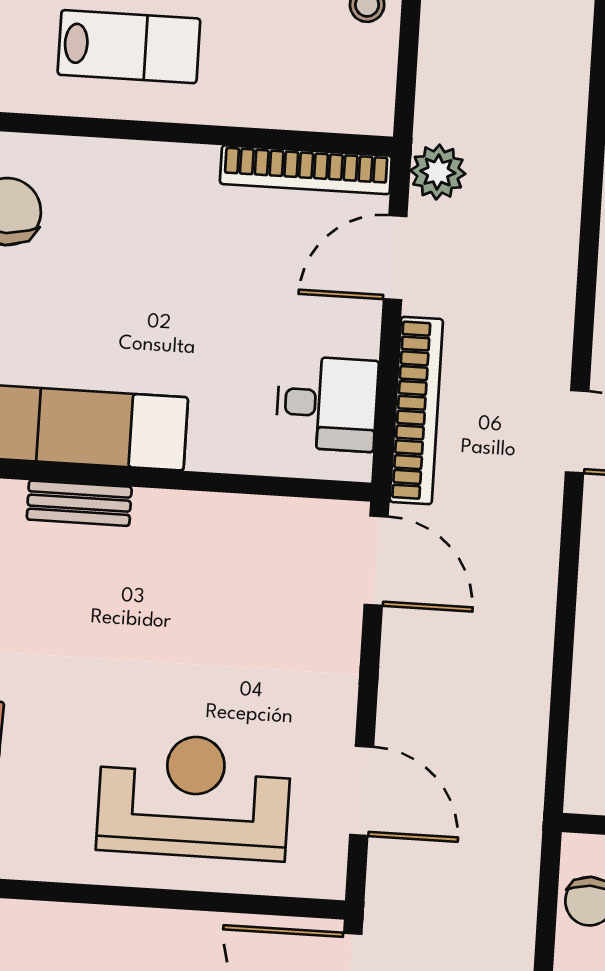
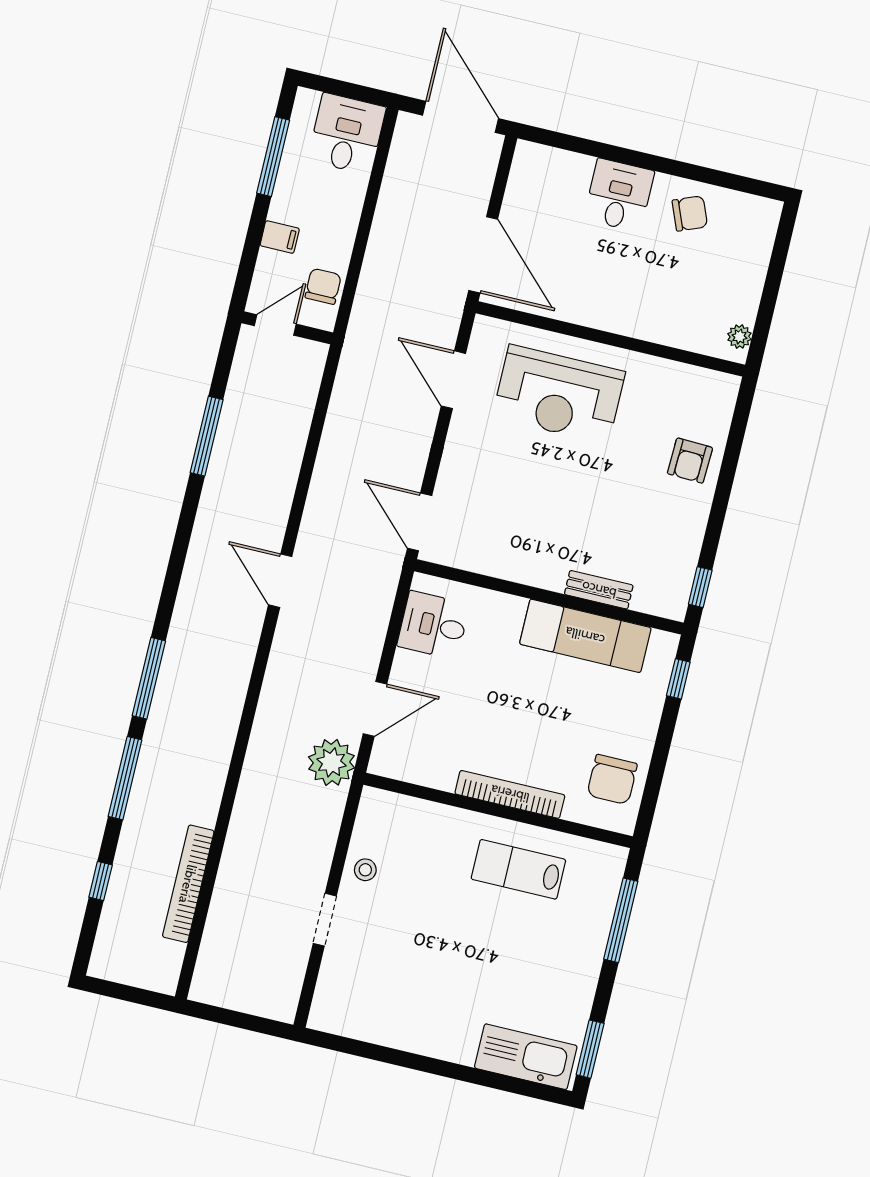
bookcase: (306, 170) -> (510, 794), moved
plant: (438, 172) -> (332, 762), width x1.36, depth x1.36
bookcase: (416, 411) -> (378, 611), removed

